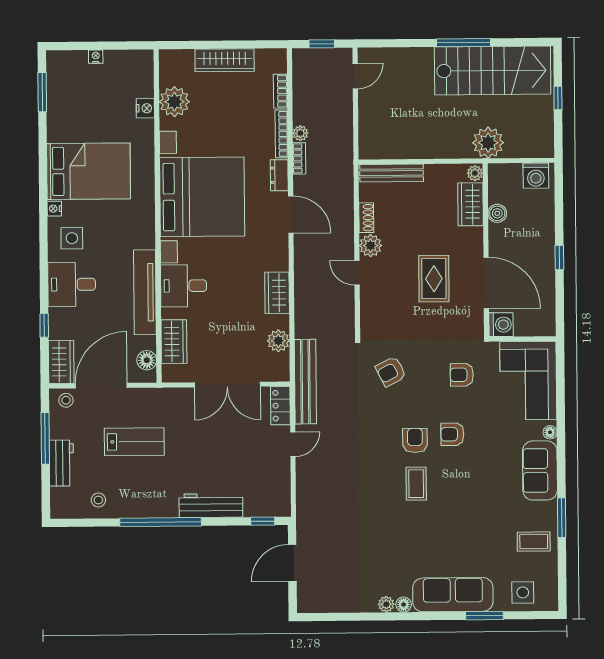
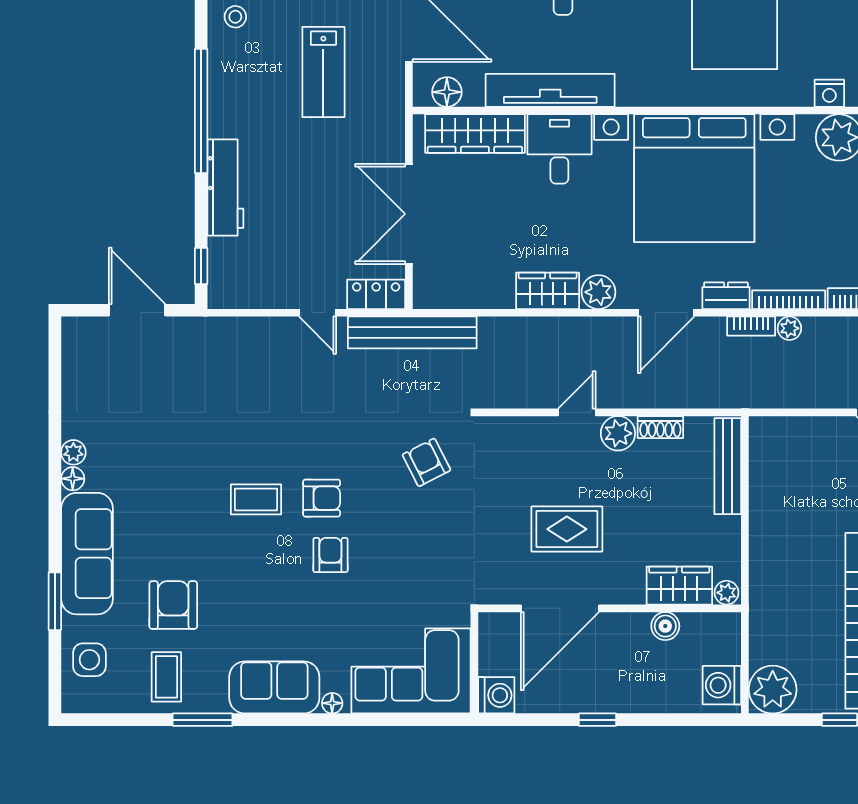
plant: (488, 143) -> (773, 690), moved
washing machine: (501, 325) -> (496, 695), moved, turned -90
plant: (278, 341) -> (598, 292), moved
wardrobe: (174, 342) -> (475, 134), width x1.50
armchair: (462, 375) -> (173, 605), moved, width x1.38, depth x1.38

